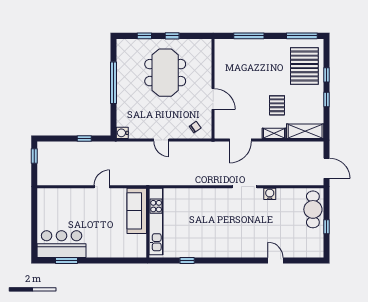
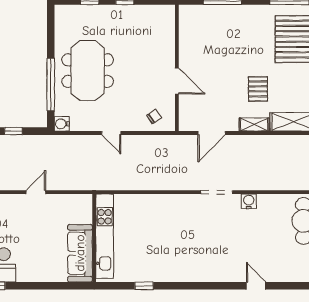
meeting table: (165, 73) -> (88, 71), moved
window: (114, 83) -> (51, 85), moved
sofa: (137, 211) -> (80, 253), moved

